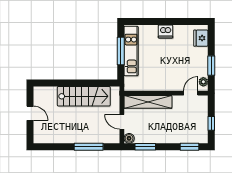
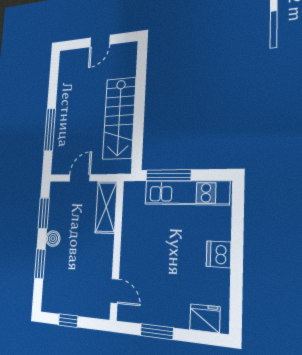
window: (121, 51) -> (168, 175), moved
plant: (203, 82) -> (131, 314), removed
shelving: (148, 102) -> (106, 207), width x0.68
boiler: (129, 138) -> (53, 239), moved
window: (189, 147) -> (40, 264), moved

